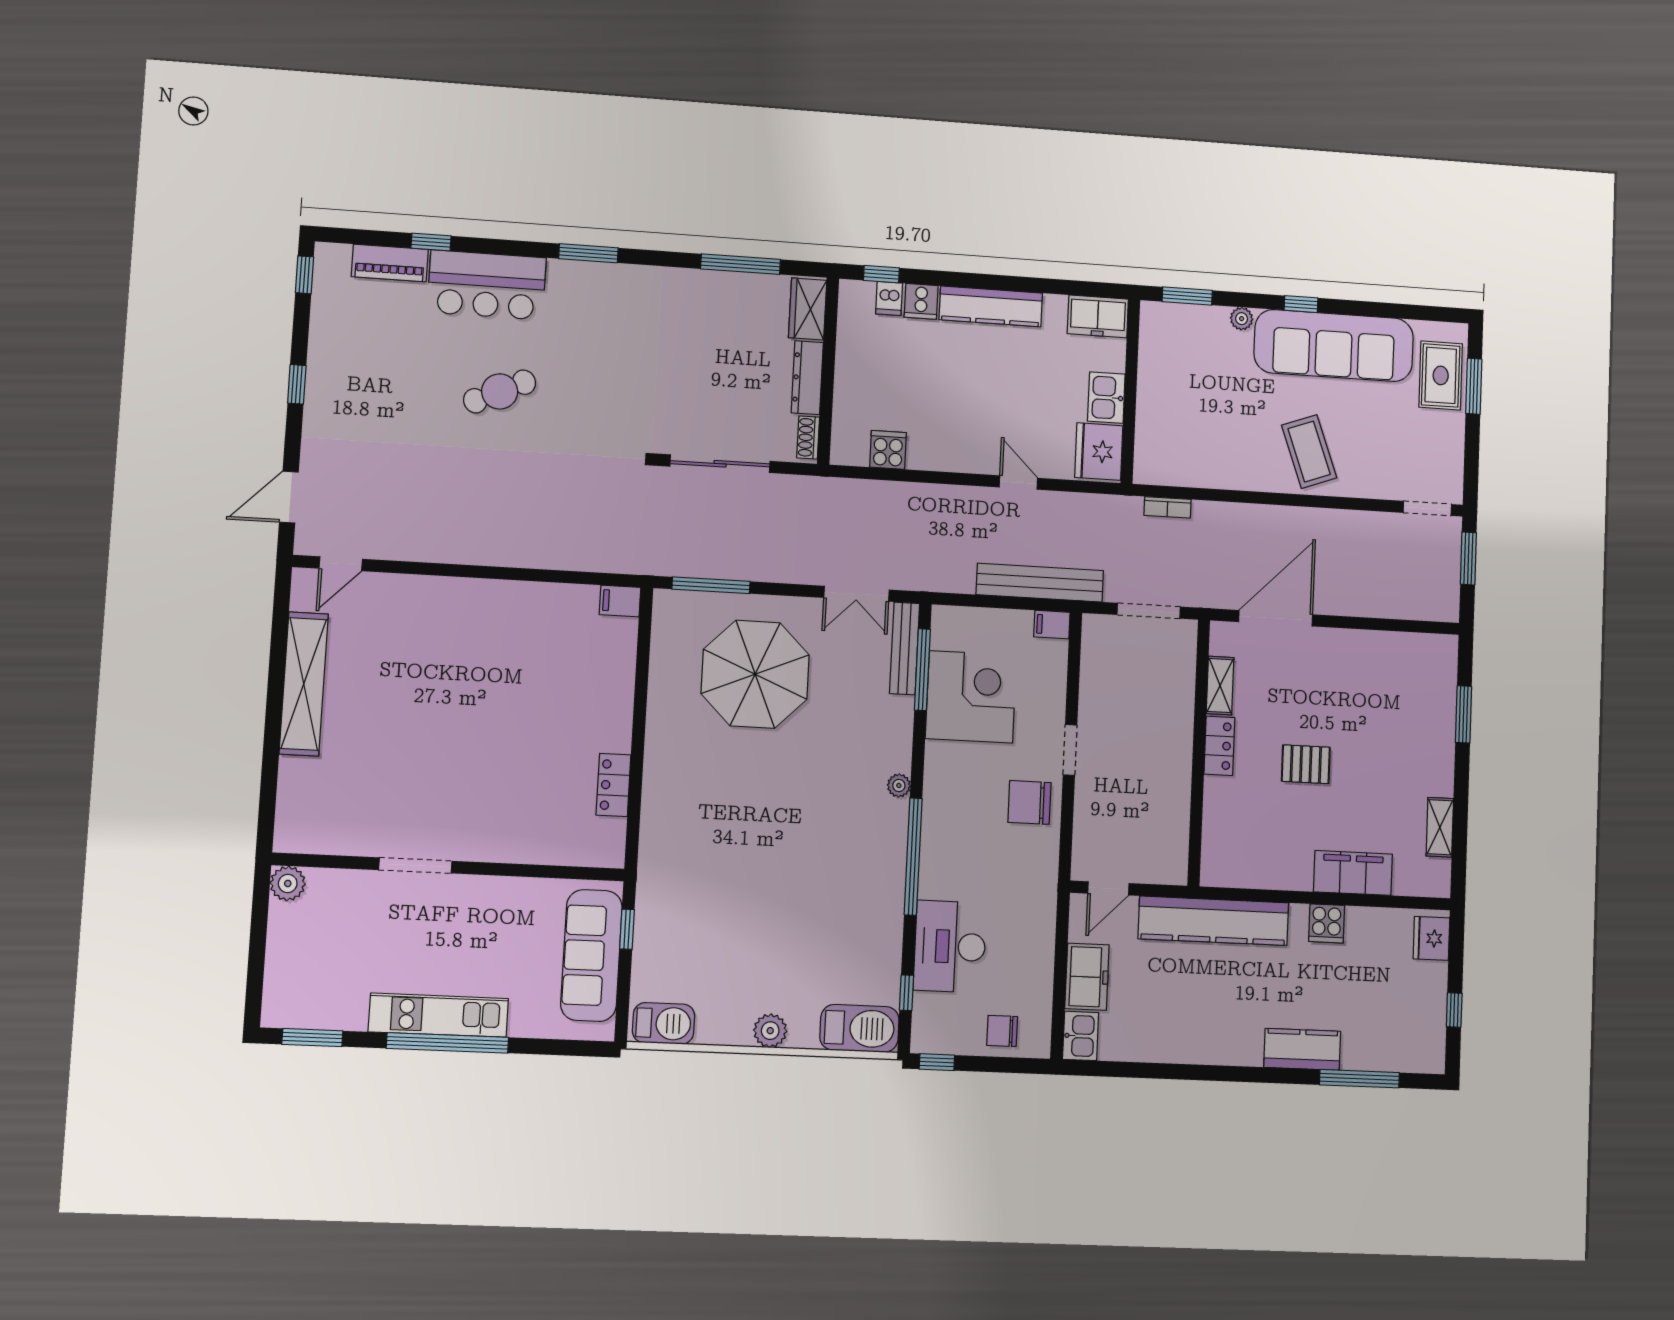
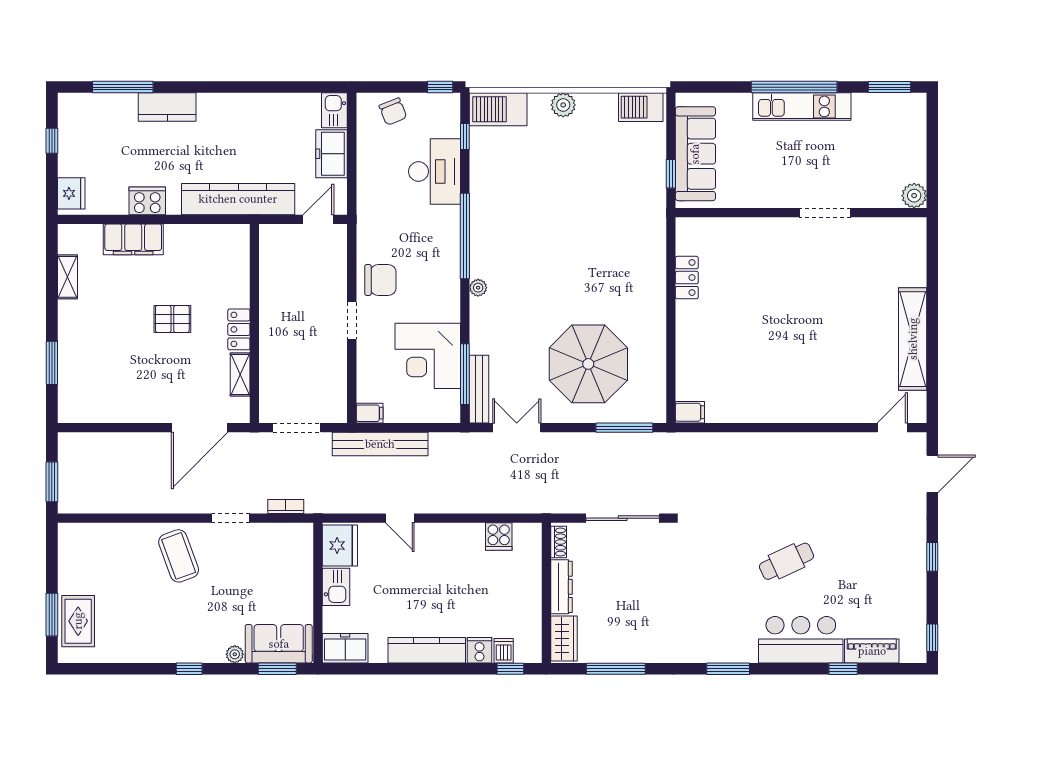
sofa: (1334, 346) -> (279, 644), moved, width x0.54, depth x0.79
doorway: (1427, 508) -> (231, 518), moved
cooker: (1327, 923) -> (147, 201), width x1.36
chair: (1002, 1031) -> (393, 112), turned 68

